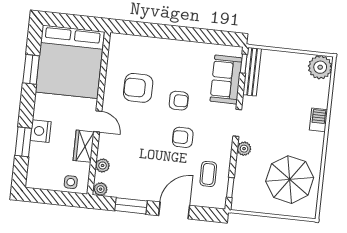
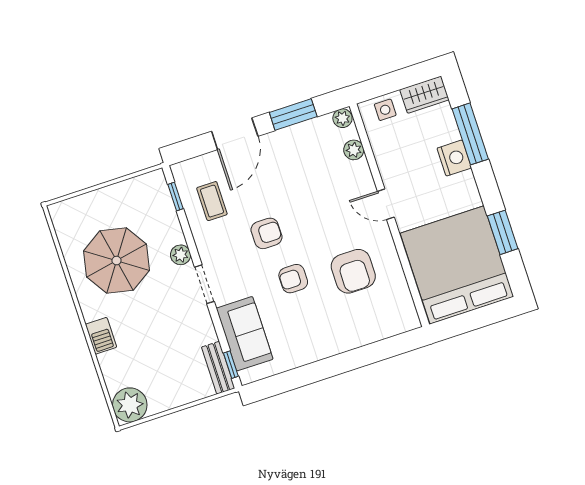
bench: (252, 72) -> (218, 368), width x0.73
armchair: (138, 88) -> (353, 271), turned 90
window: (23, 142) -> (470, 134), width x1.44
wardrobe: (84, 146) -> (424, 95), moved, turned 90
parasol: (290, 180) -> (117, 261), moved

